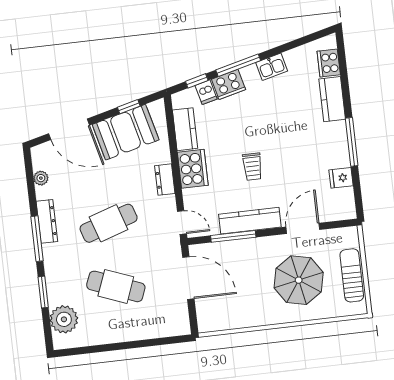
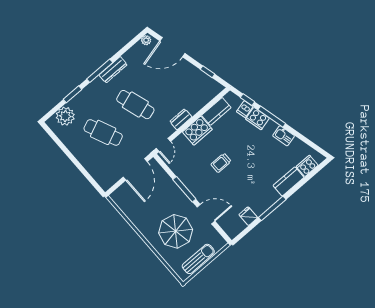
door: (69, 129) -> (172, 47), hinge flipped
booth: (126, 132) -> (192, 80), removed
plant: (41, 178) -> (146, 40), moved
kitchen counter: (250, 221) -> (190, 182), removed
window: (233, 236) -> (184, 189), moved
cafe table: (116, 286) -> (103, 132), turned -45

